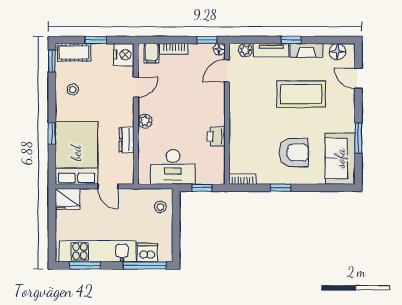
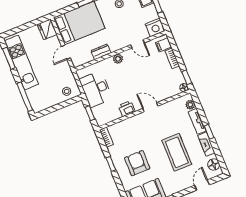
door: (227, 71) -> (150, 107), moved
armchair: (294, 152) -> (137, 163), turned 180
dishwasher: (147, 253) -> (34, 95), removed

